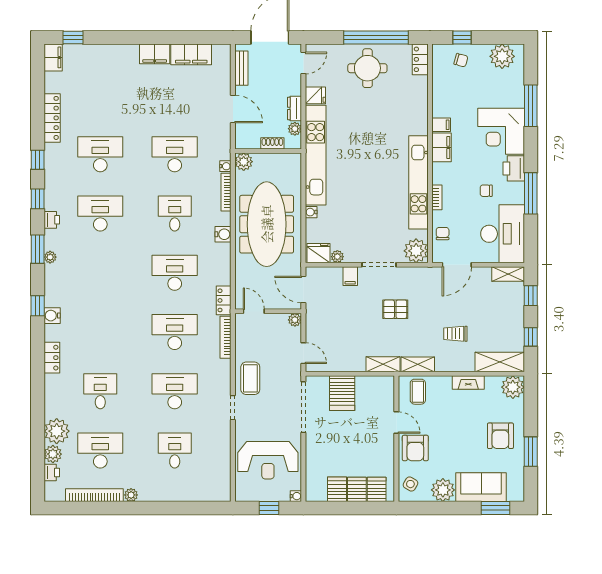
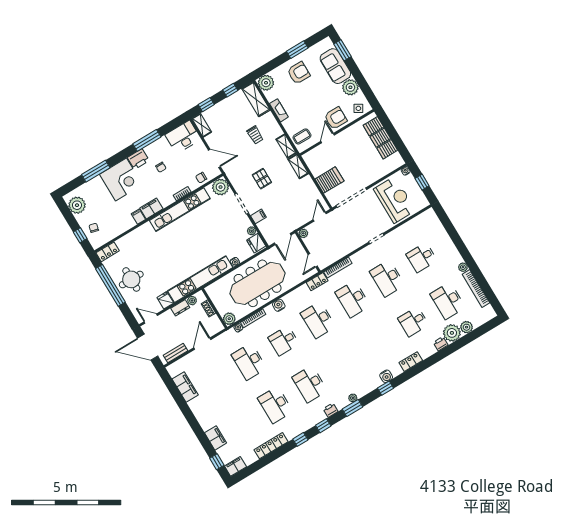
filing cabinet: (155, 54) -> (216, 438), moved
desk: (503, 234) -> (183, 137), width x0.73, depth x0.77
coffee table: (250, 378) -> (353, 239), removed
printer: (52, 473) -> (441, 344), moved

